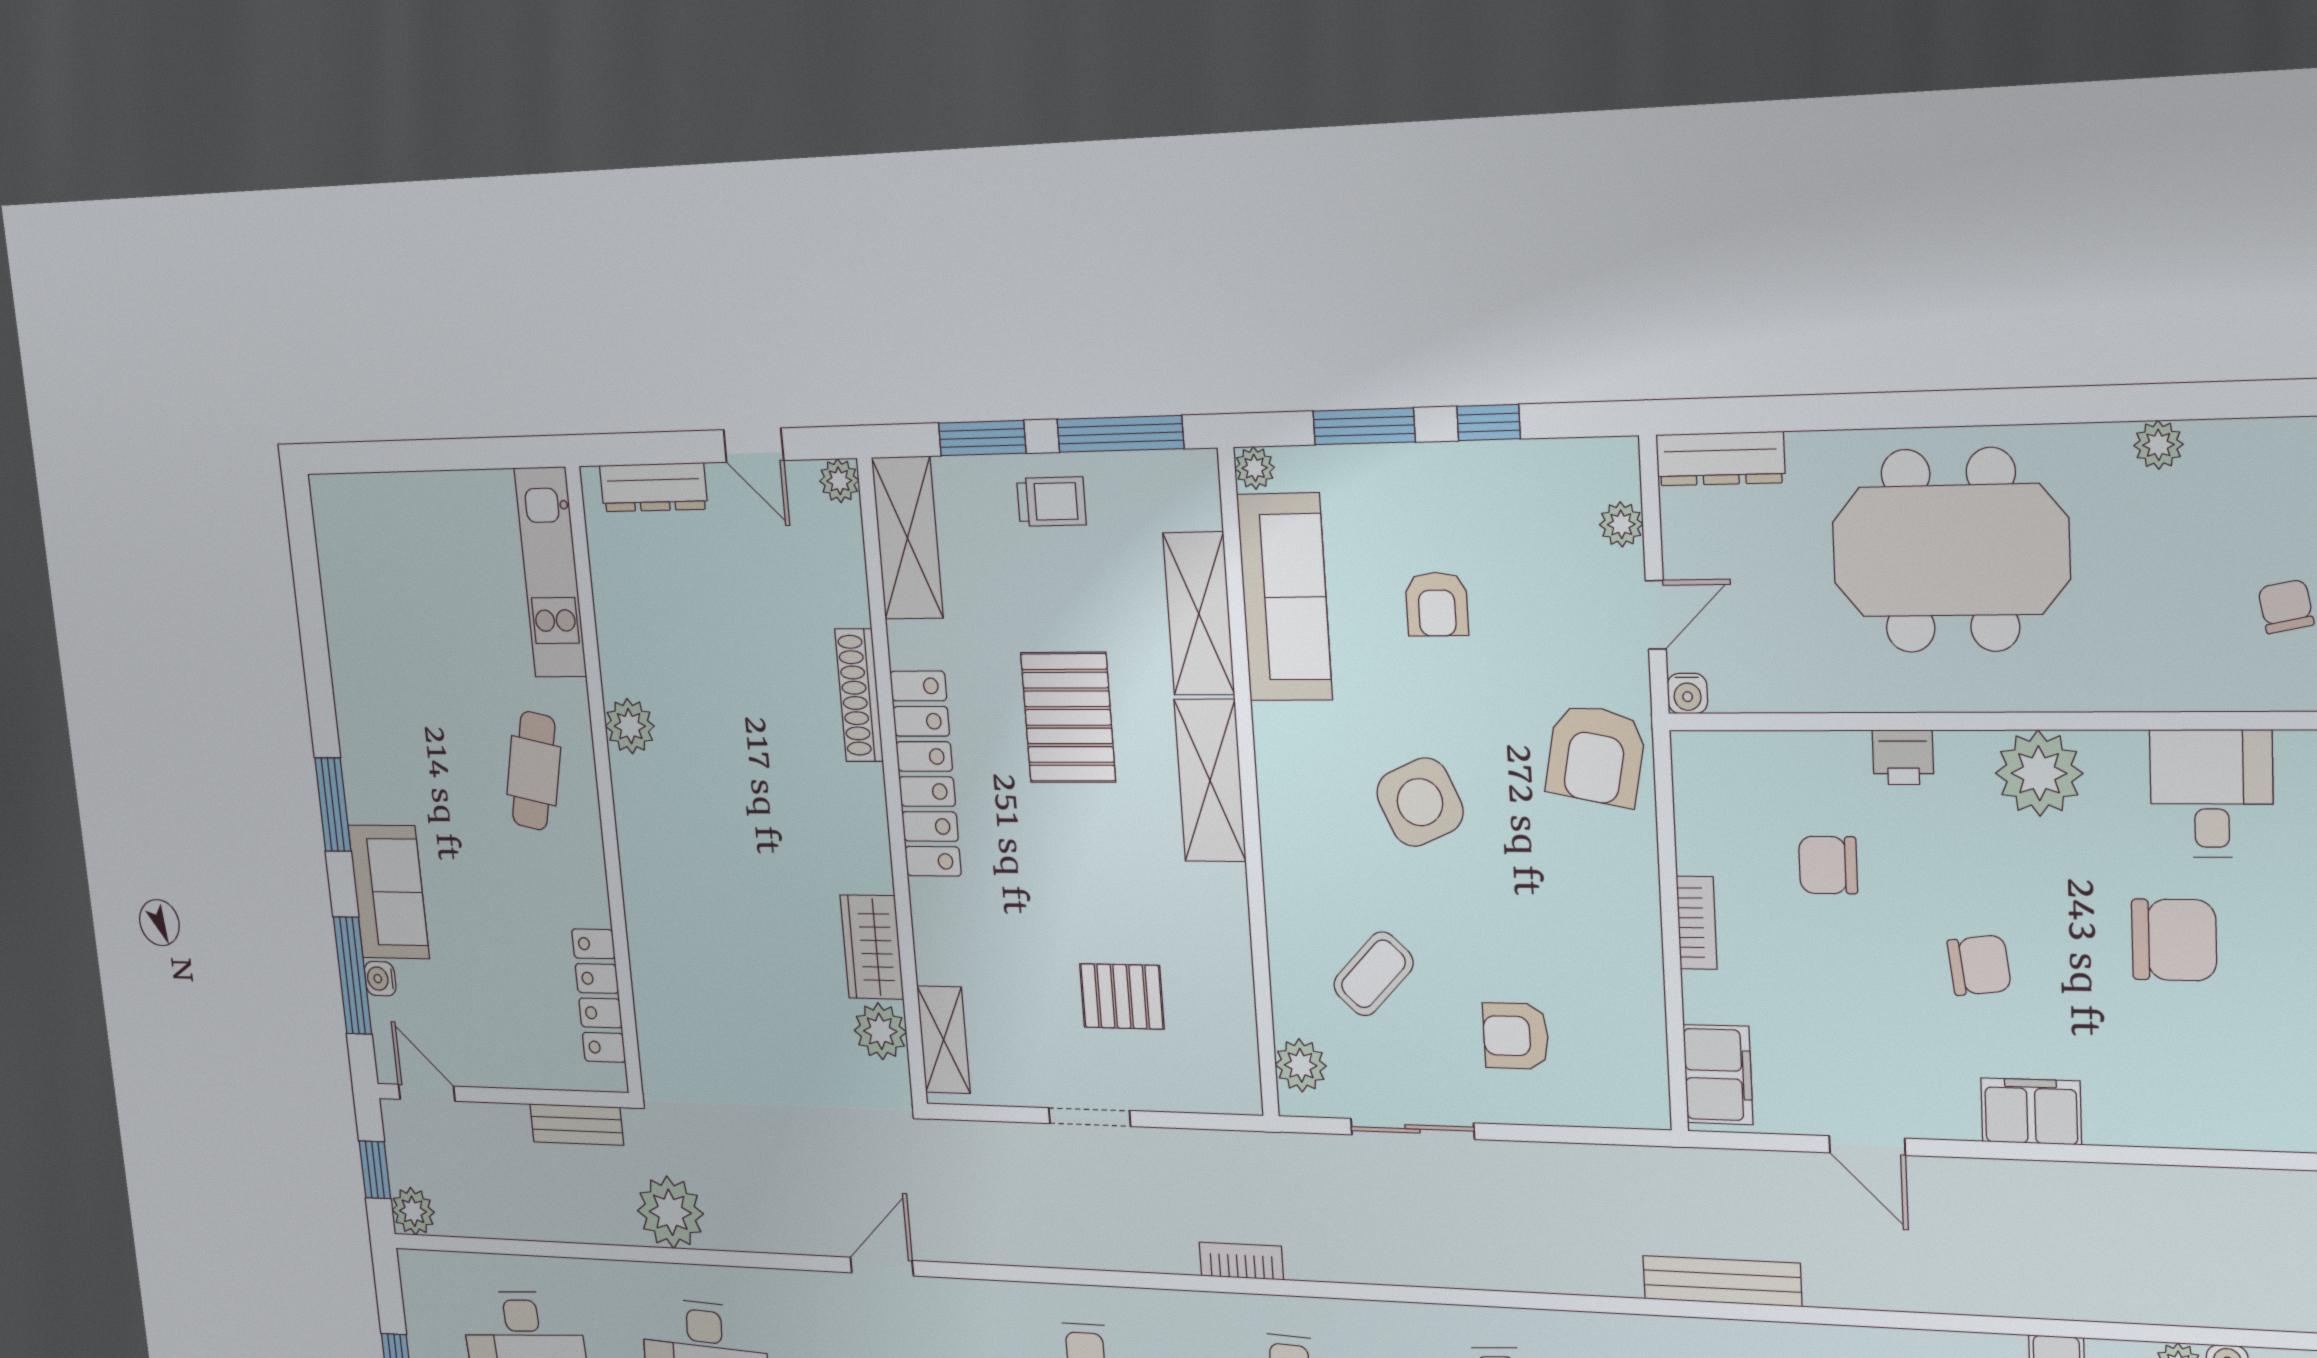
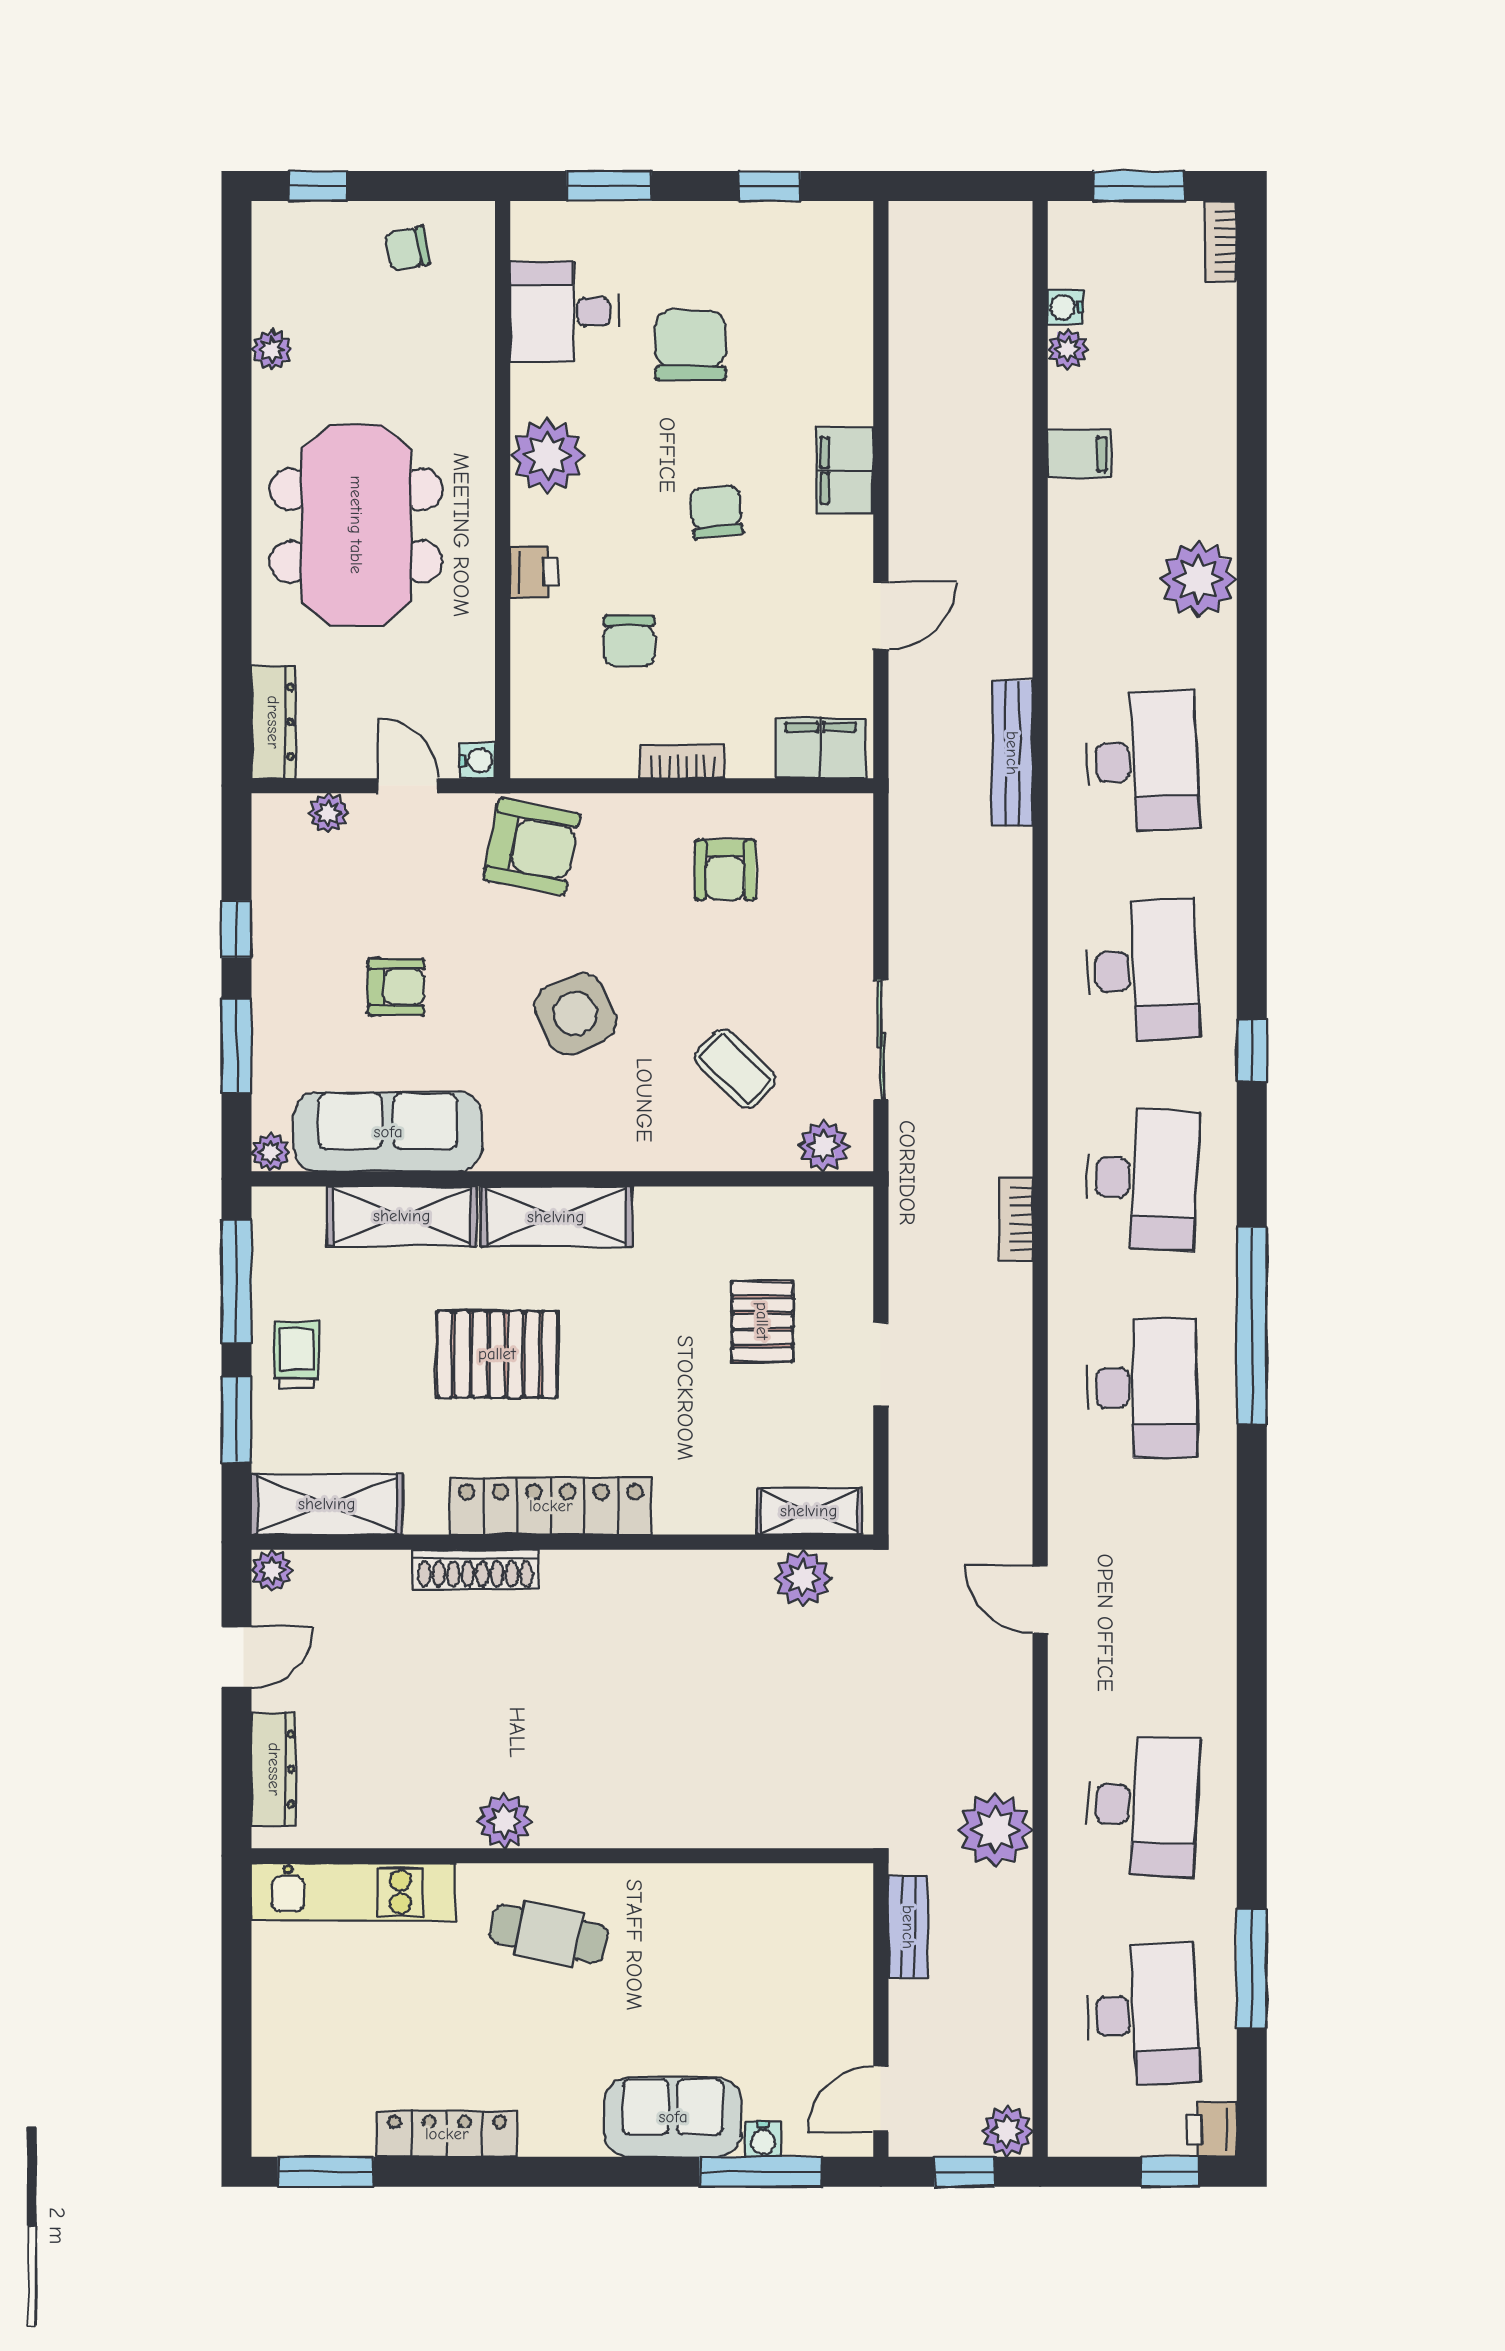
window: (333, 805) -> (326, 2172), moved
wardrobe: (872, 947) -> (720, 1579), removed
locker: (599, 996) -> (447, 2134), moved, turned 180
armchair: (1516, 1036) -> (725, 870), moved

